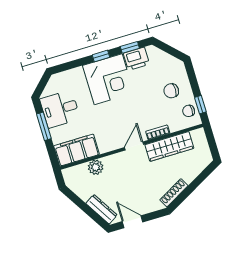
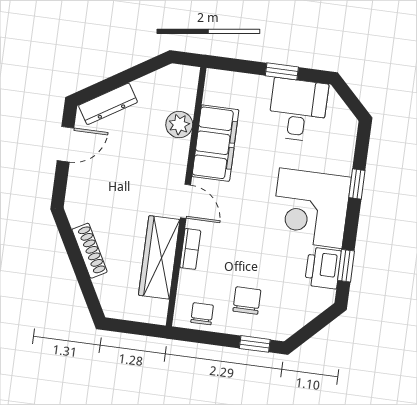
window: (101, 56) -> (357, 184), moved
window: (200, 105) -> (255, 344), moved
window: (44, 126) -> (282, 71), width x0.67
filing cabinet: (77, 150) -> (215, 143), moved
shoe rack: (174, 193) -> (90, 251), moved

